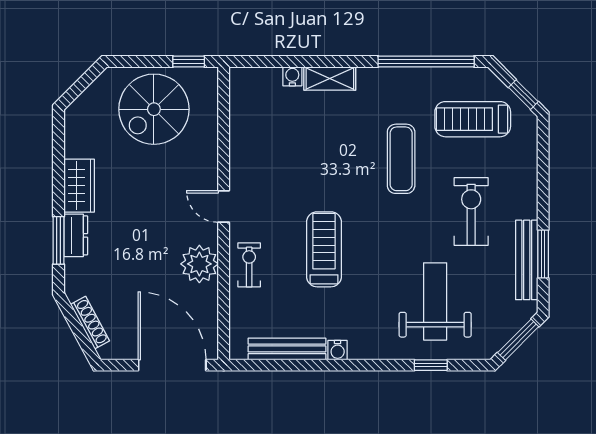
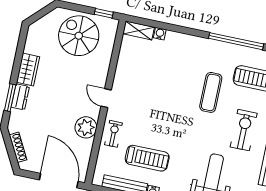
shelving: (330, 79) -> (139, 30), moved
spiral stairs: (154, 109) -> (79, 36), turned 90
treadmill: (324, 249) -> (147, 158), moved, turned 90

